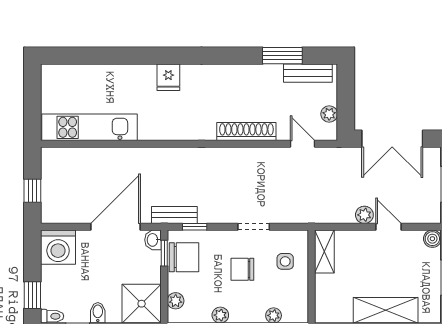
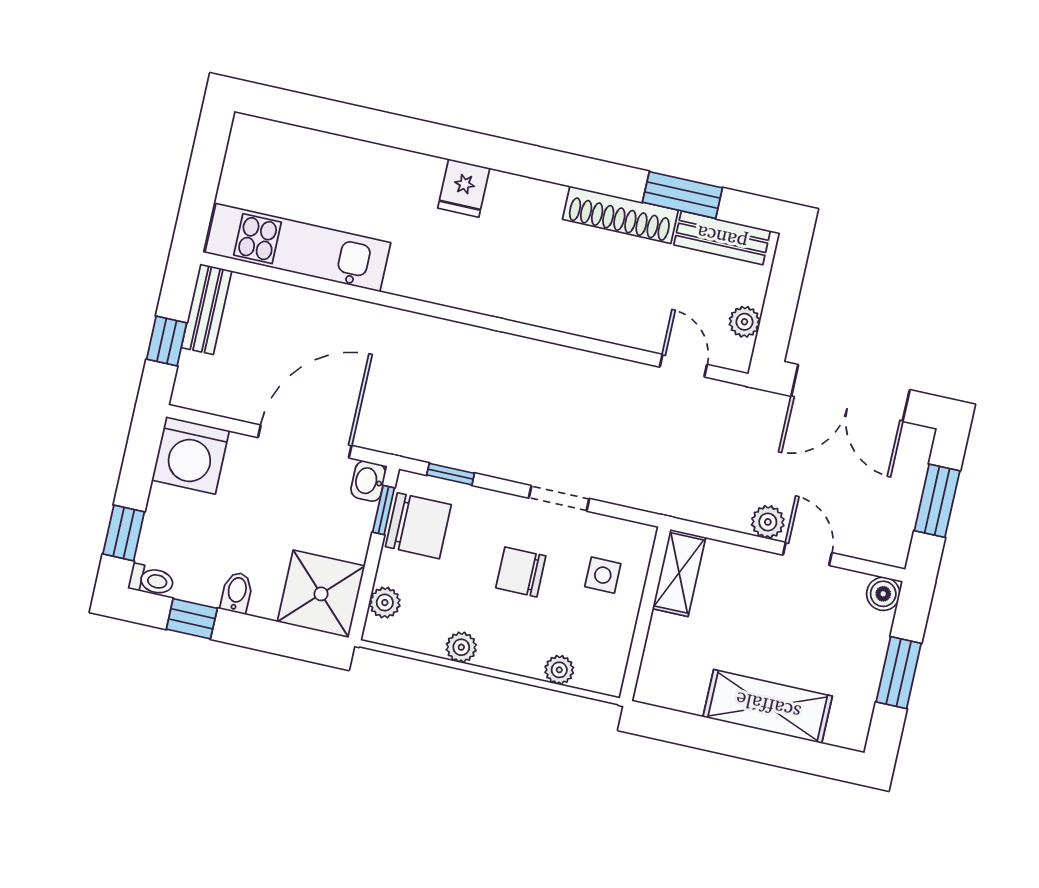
shoe rack: (246, 132) -> (620, 215), moved, turned 180
bench: (174, 215) -> (207, 309), moved, turned 90

